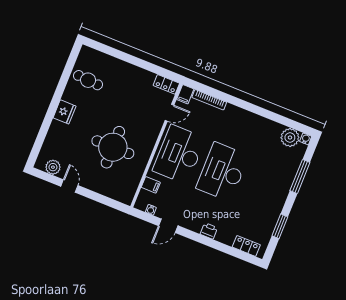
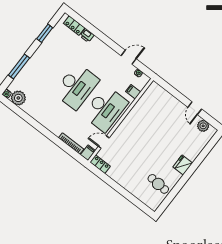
round table: (113, 147) -> (154, 128), removed
printer: (209, 231) -> (87, 35), moved

